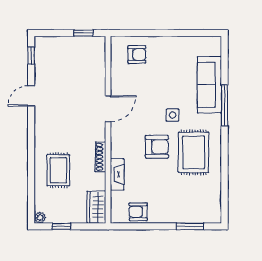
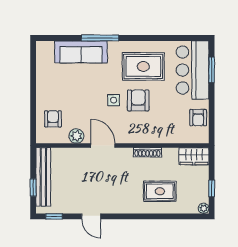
window: (84, 33) -> (33, 187), moved
bench: (74, 44) -> (43, 177), added
plant: (118, 80) -> (76, 136), added
side table: (173, 115) -> (114, 100), moved
fireplace: (117, 174) -> (164, 137), removed
bar counter: (190, 206) -> (193, 70), added

